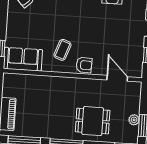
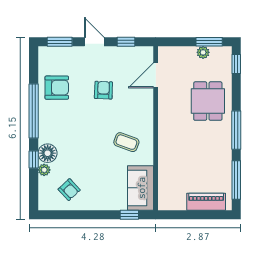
armchair: (84, 65) -> (103, 90), moved

